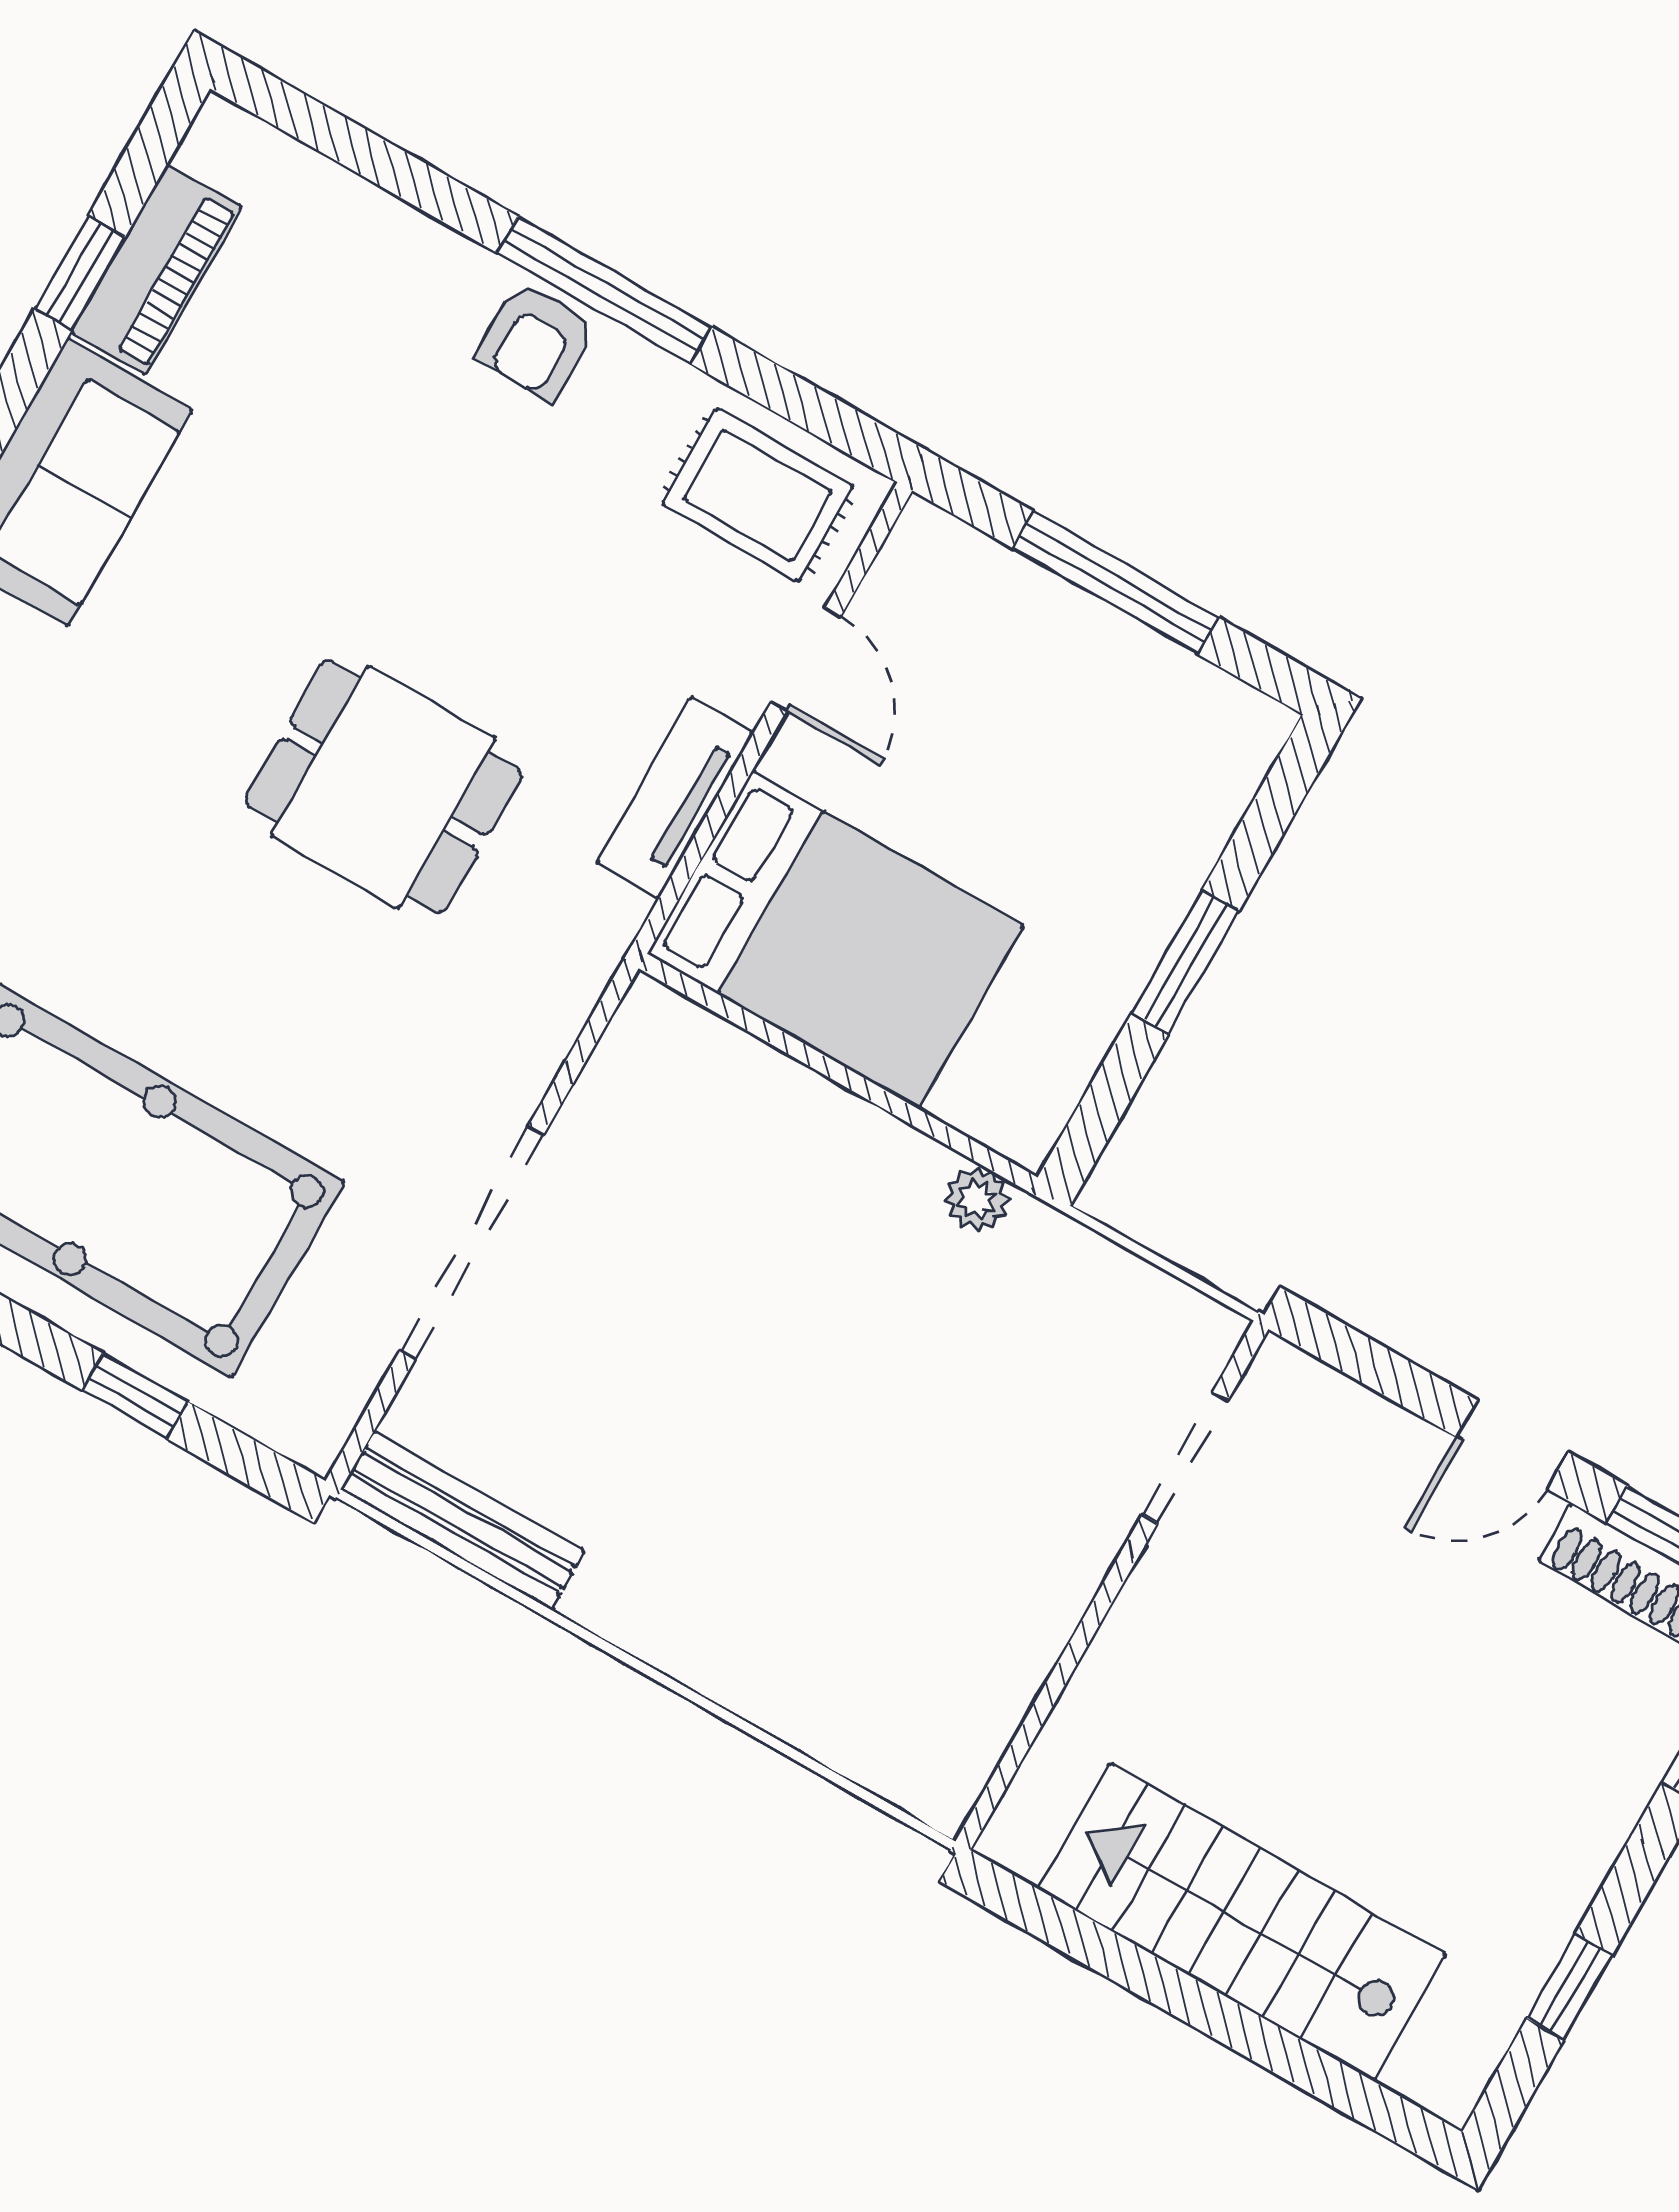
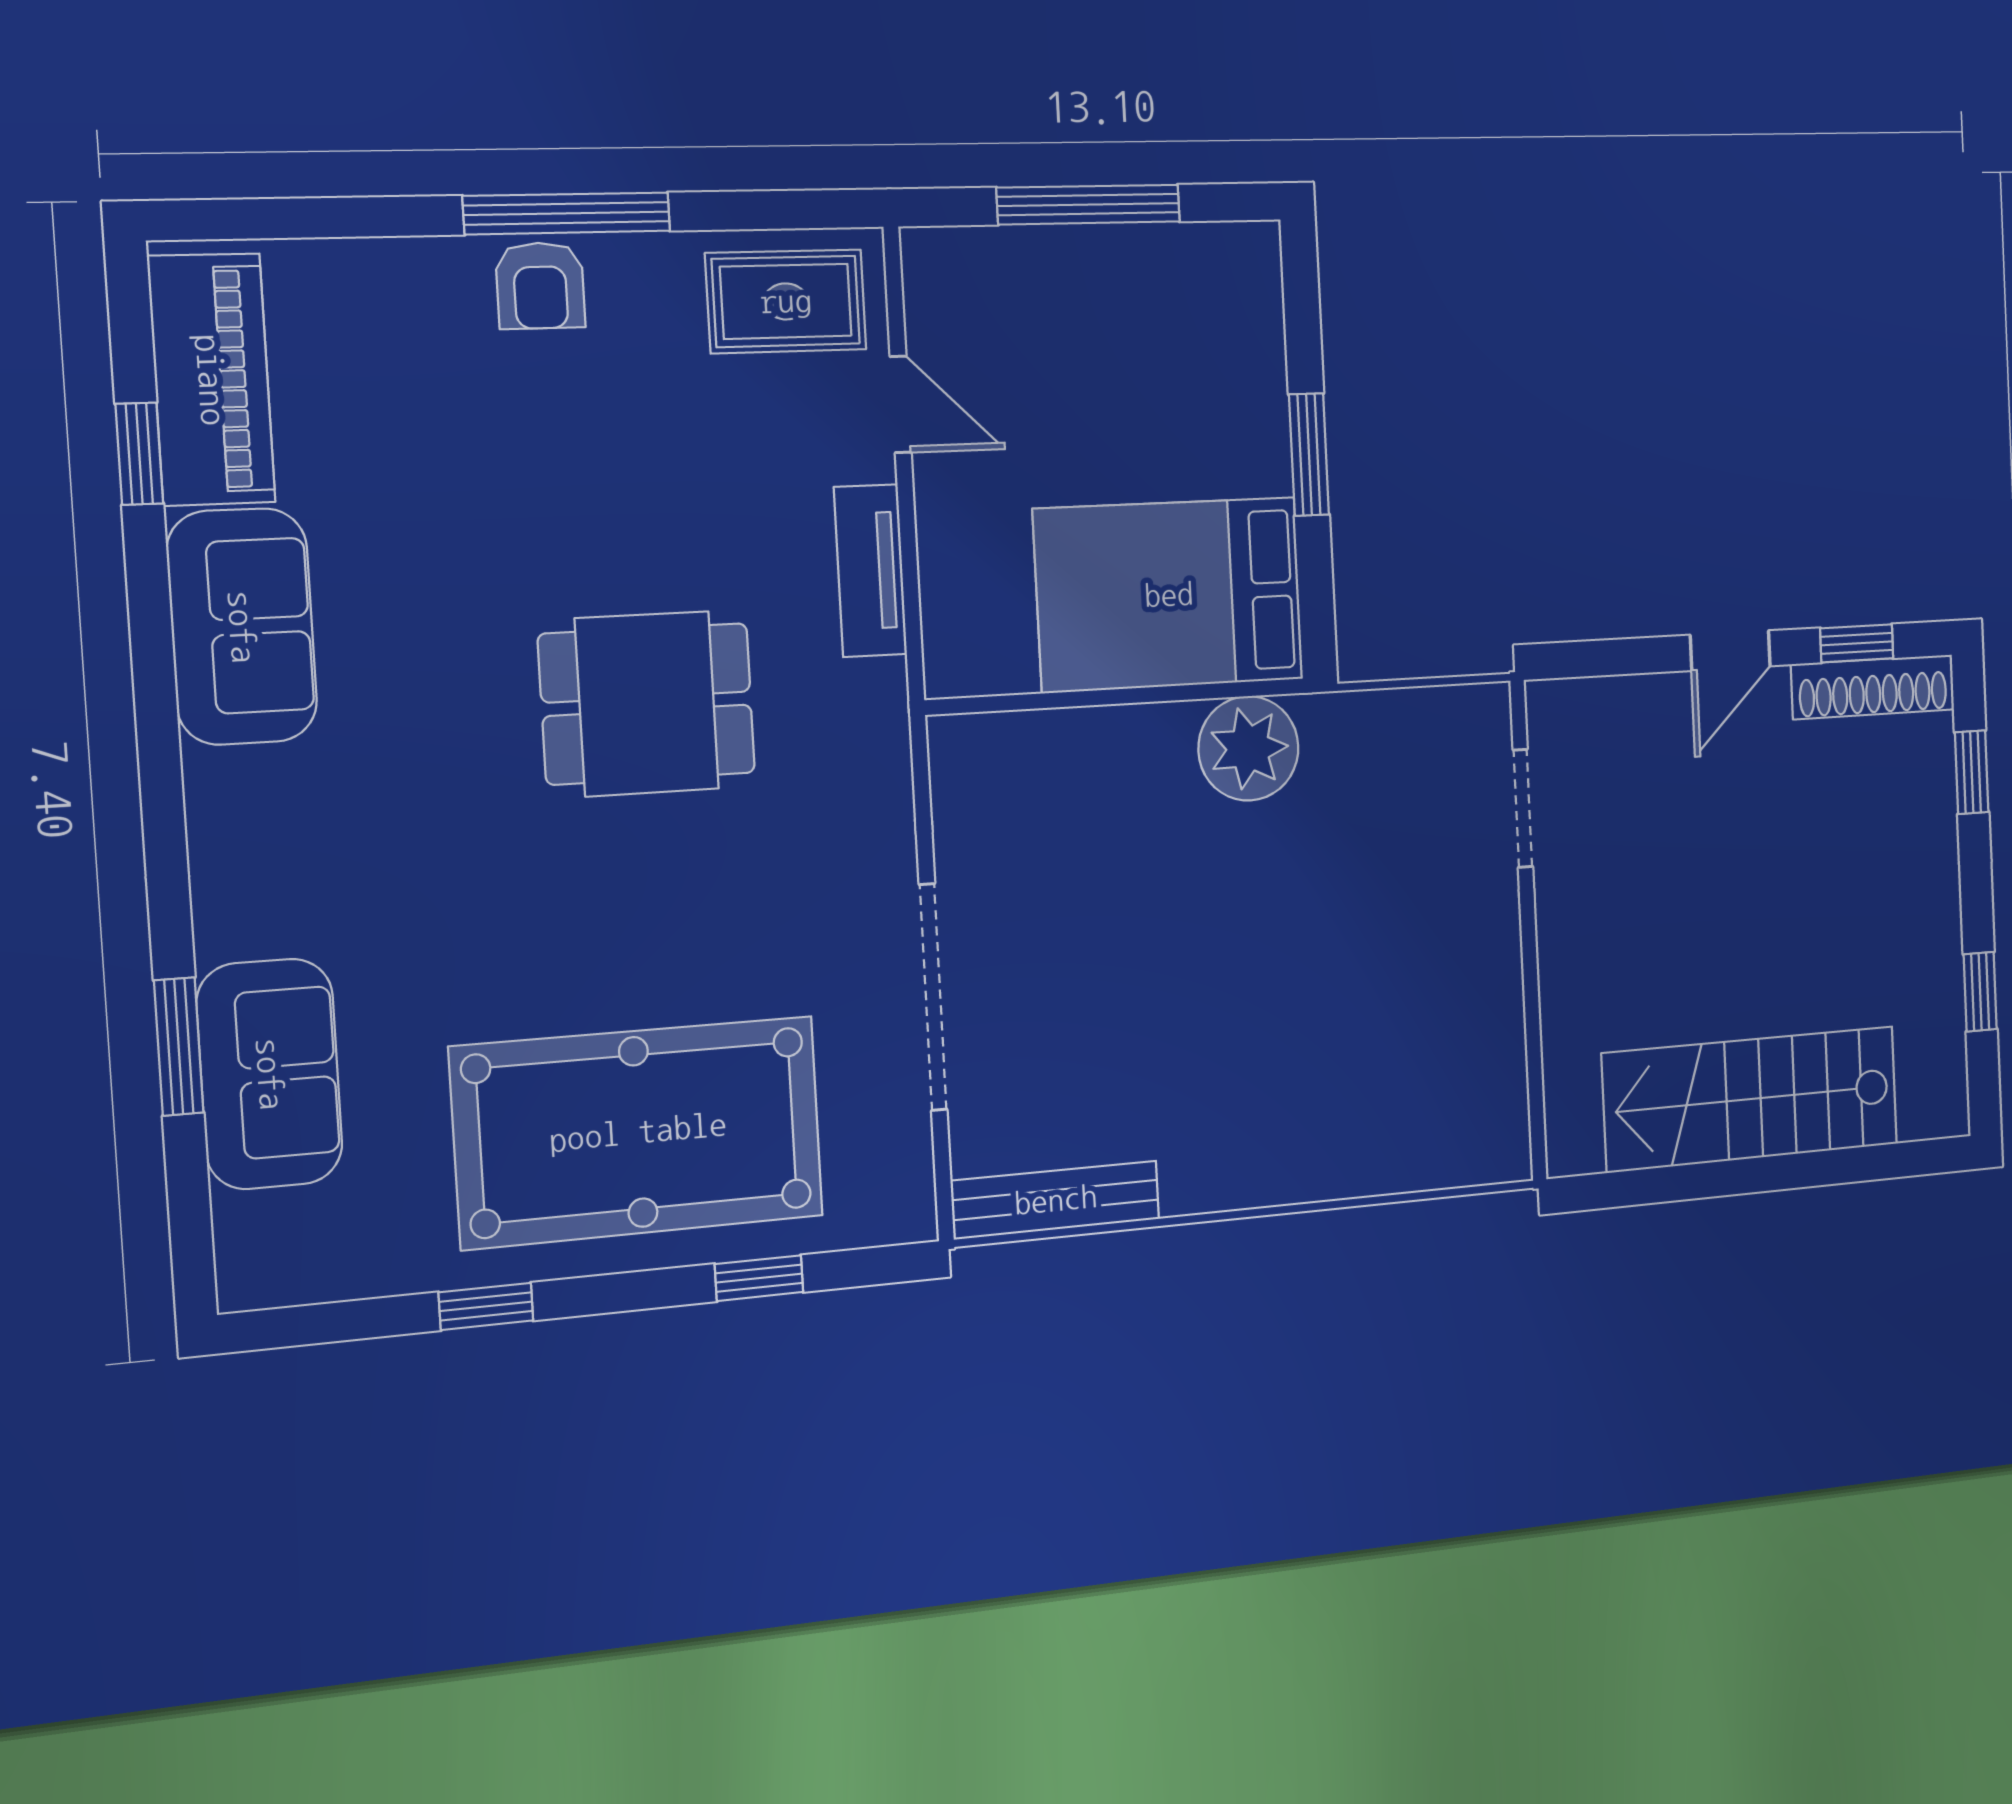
piano: (156, 270) -> (211, 380), width x1.37, depth x1.33
bed: (835, 940) -> (1169, 595), moved, turned 180
plant: (977, 1199) -> (1248, 748), width x1.87, depth x1.87

